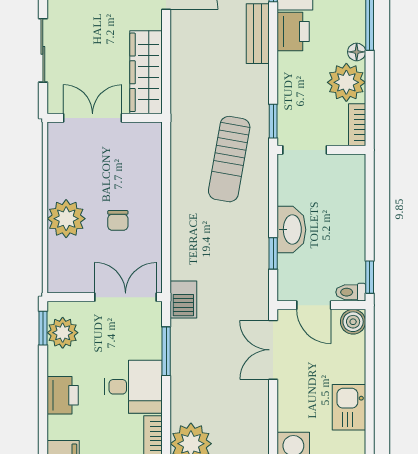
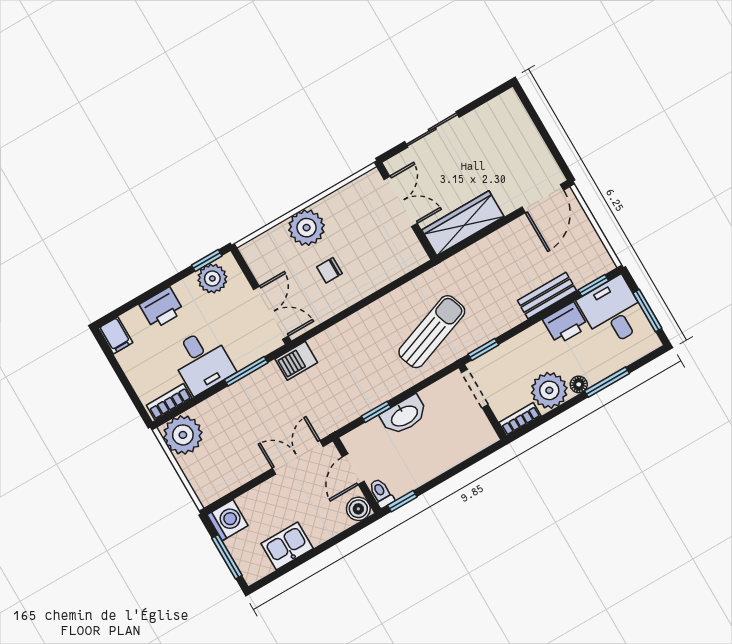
sun lounger: (229, 159) -> (432, 332), turned 150

